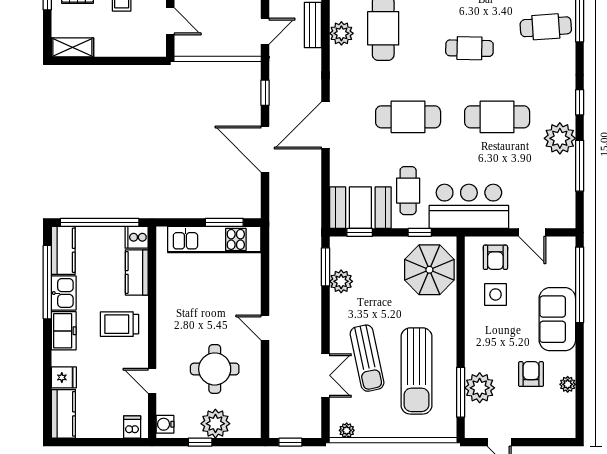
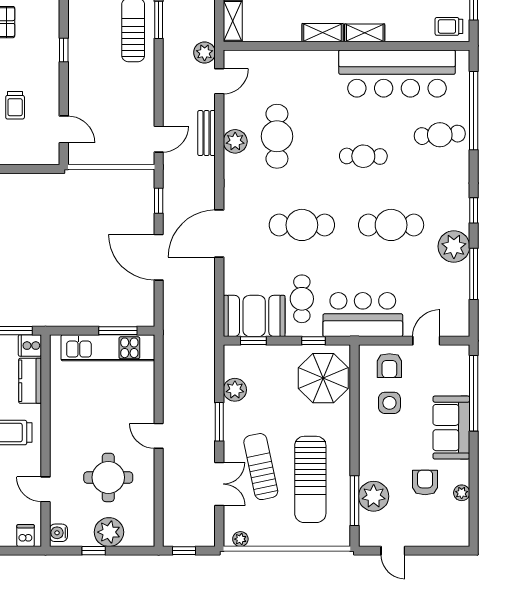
door: (532, 232) -> (426, 341), swing flipped
window: (326, 267) -> (219, 422), moved
sun lounger: (367, 358) -> (261, 467), turned 180

